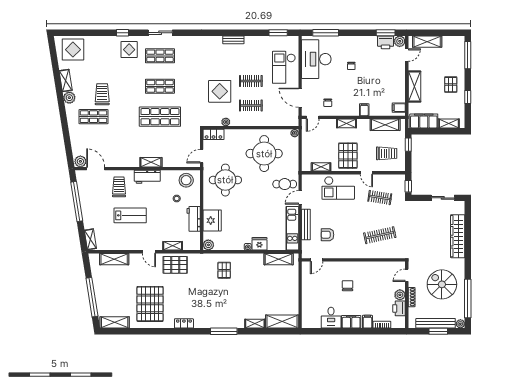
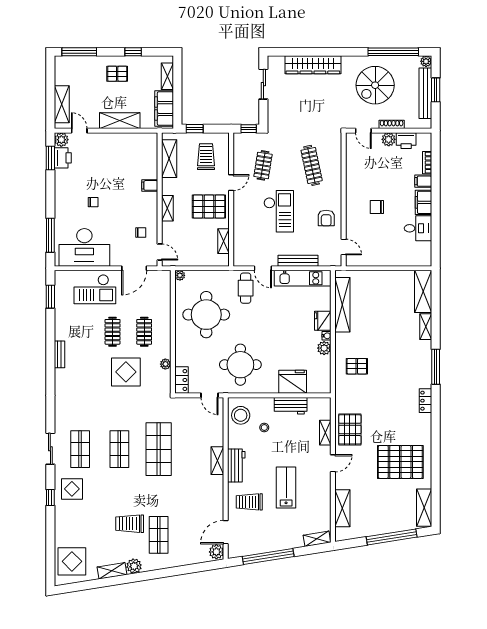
filing cabinet: (399, 108) -> (147, 141), removed
checkout: (338, 188) -> (279, 211), moved
armchair: (327, 235) -> (326, 218), moved
plant: (208, 245) -> (324, 348), moved
shelving: (279, 259) -> (342, 305), width x1.47
locker: (184, 323) -> (426, 401), moved

